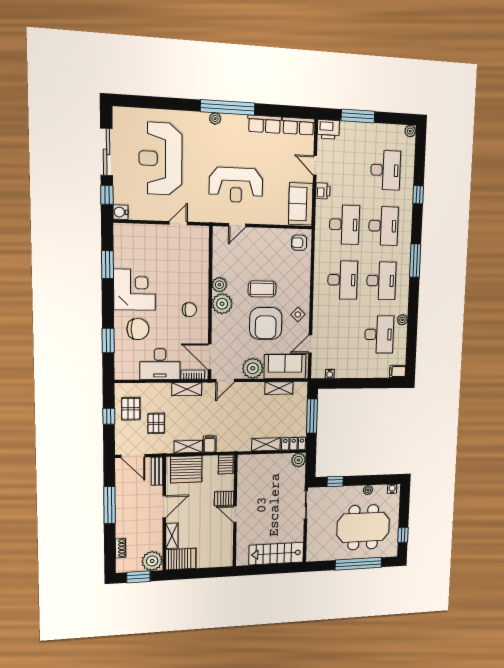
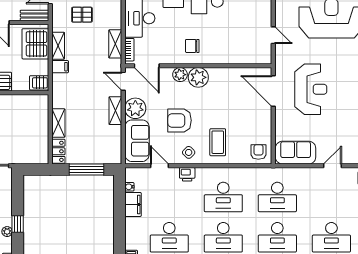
reception desk: (236, 185) -> (311, 89), turned 180
printer: (323, 191) -> (187, 174), moved
door: (237, 225) -> (273, 91), width x1.88
plant: (219, 285) -> (180, 75), moved
coffee table: (262, 289) -> (218, 142), moved
chair: (189, 310) -> (192, 46), turned 90
armchair: (266, 323) -> (180, 120), width x0.73, depth x0.73
door: (210, 357) -> (147, 66), swing flipped
filing cabinet: (347, 370) -> (133, 204), added
shelving: (279, 388) -> (115, 111), moved
plant: (298, 460) -> (41, 157), removed
window: (335, 481) -> (18, 224), moved

